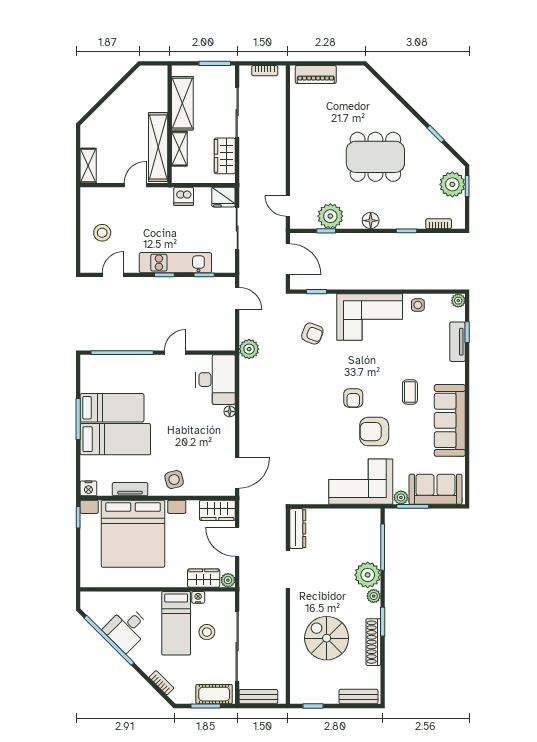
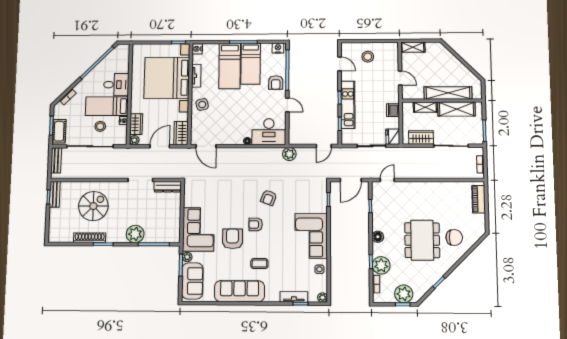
chair: (371, 111) -> (454, 237), added
shelving: (158, 147) -> (448, 93), moved
plant: (330, 216) -> (381, 265), moved
armchair: (312, 334) -> (269, 198), moved
nightstand: (88, 367) -> (278, 48), added
armchair: (141, 370) -> (276, 82), added
plant: (374, 596) -> (121, 238), removed
desk: (127, 629) -> (116, 85), moved, turned 135
bench: (358, 697) -> (55, 194), moved

